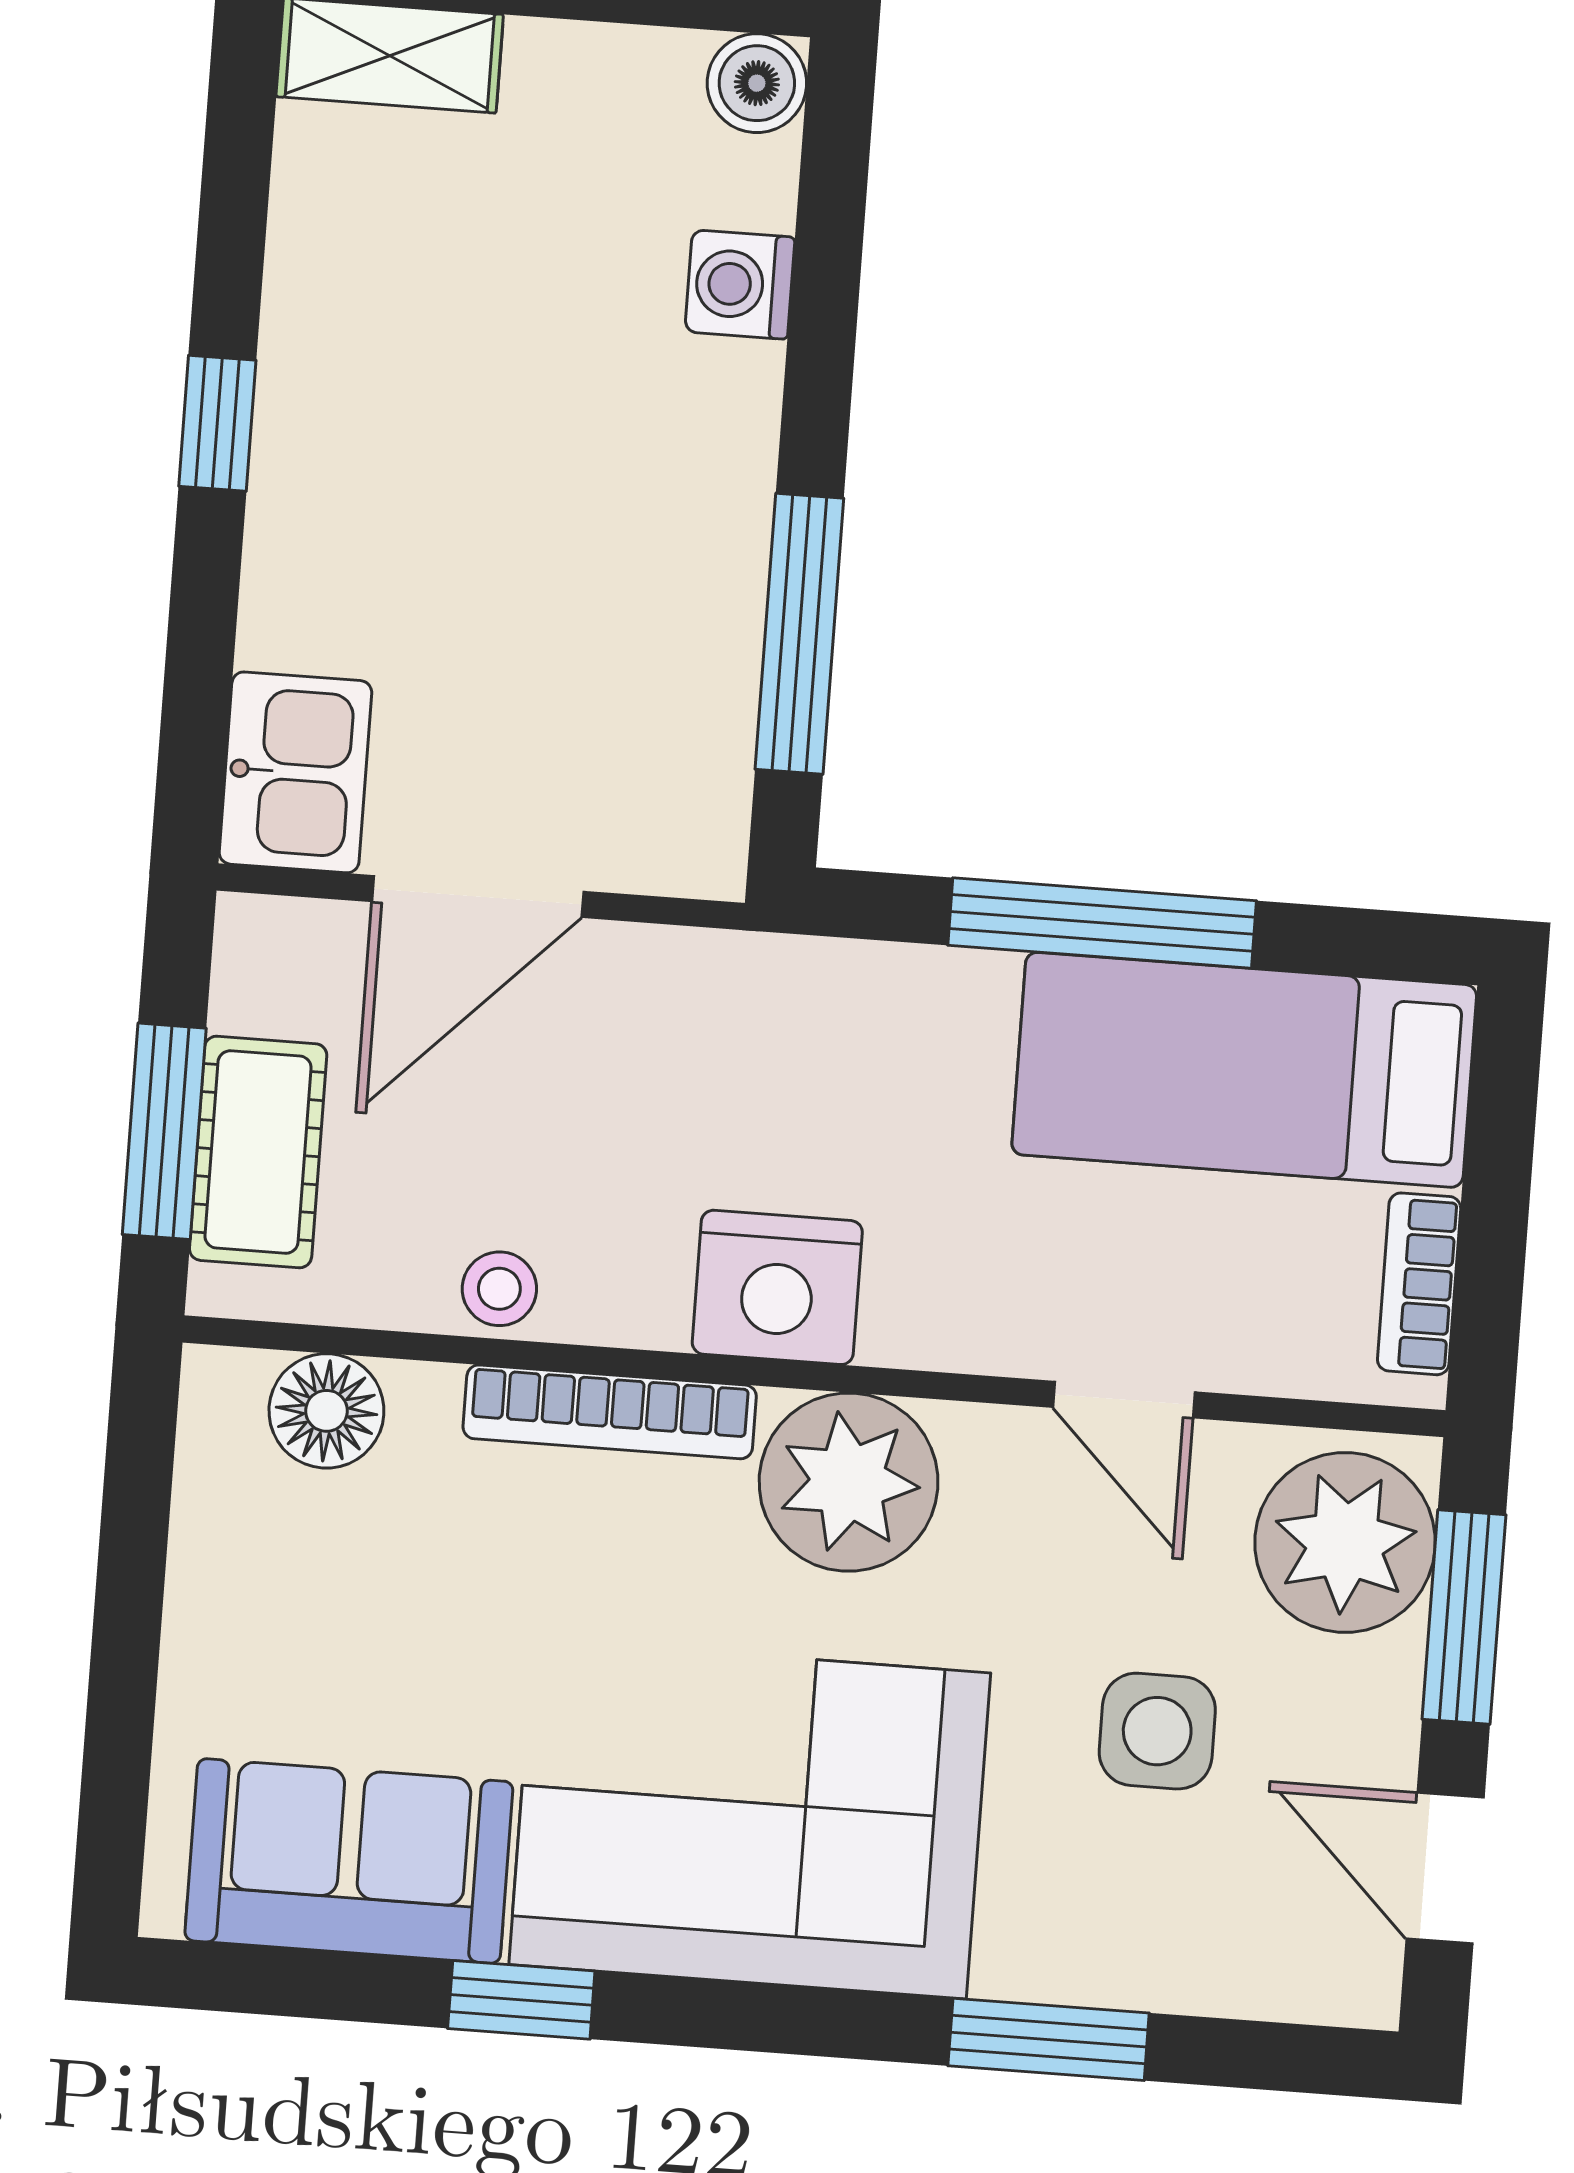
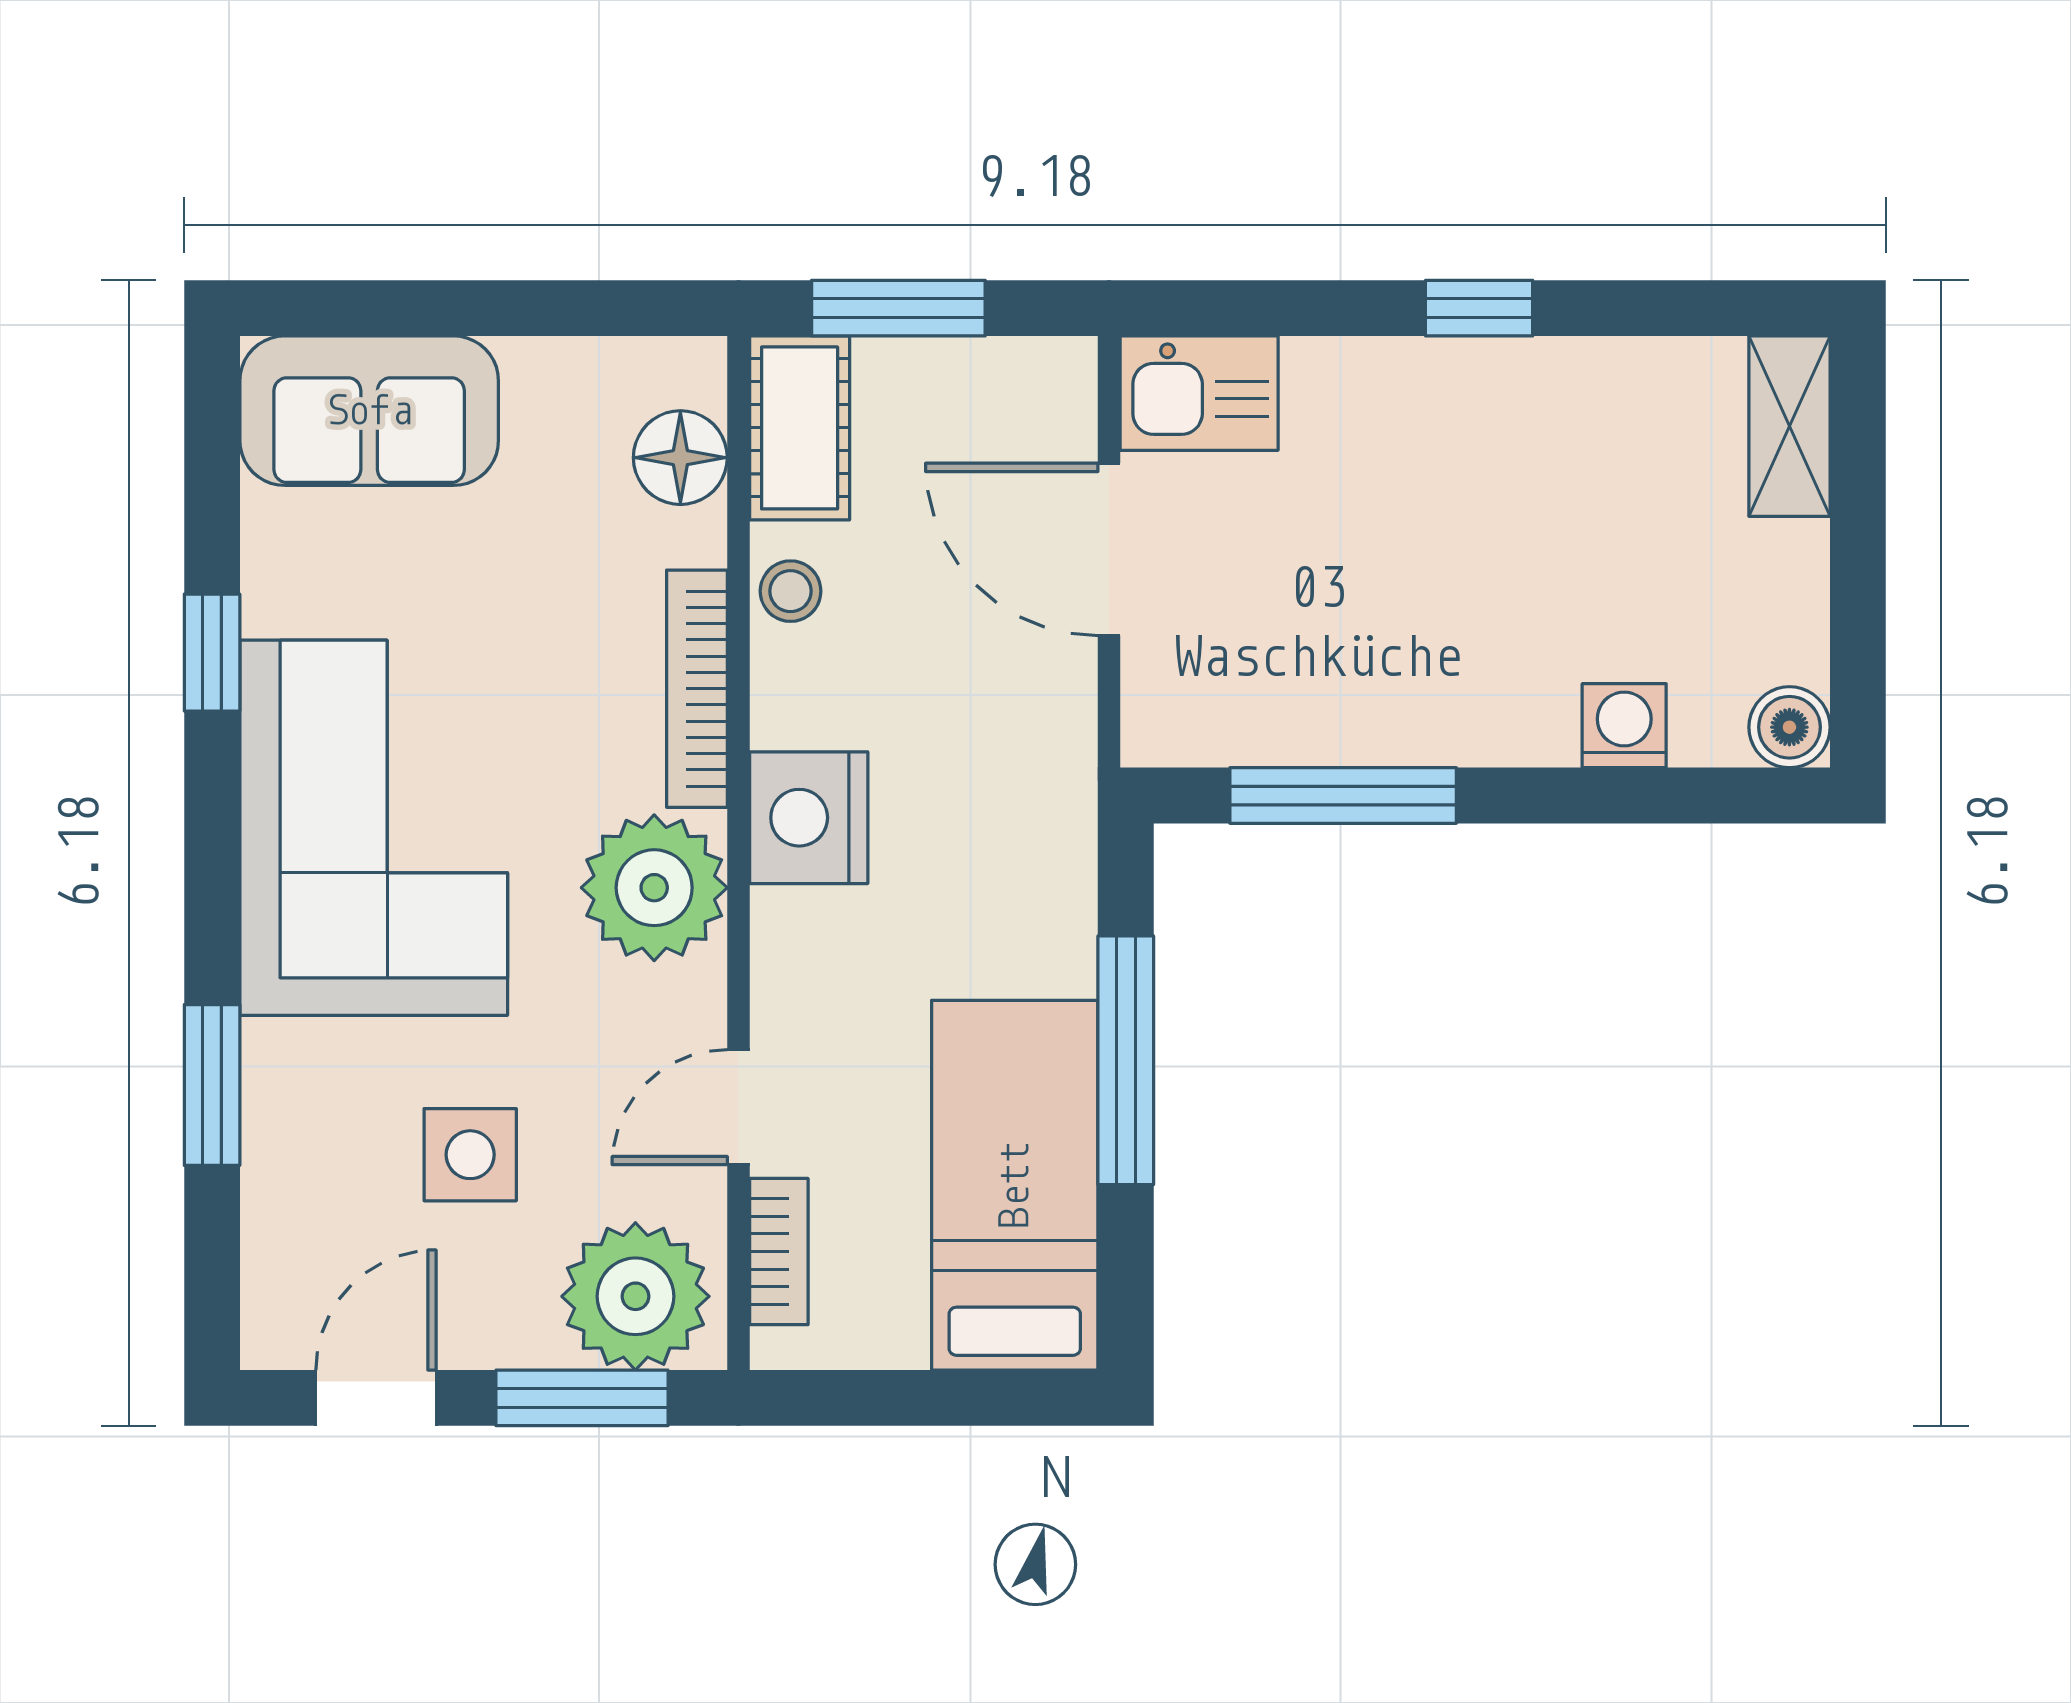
cot: (258, 1152) -> (800, 428), moved, turned 90
bookcase: (1419, 1284) -> (779, 1252), moved, turned 90
sofa: (349, 1861) -> (369, 411), moved, turned 90

